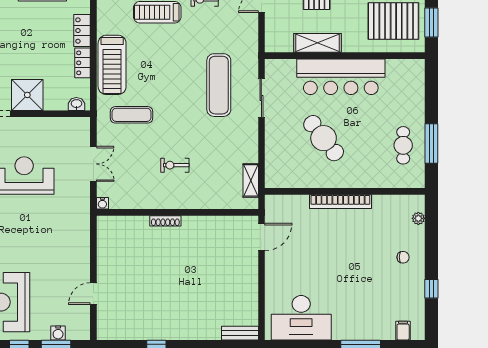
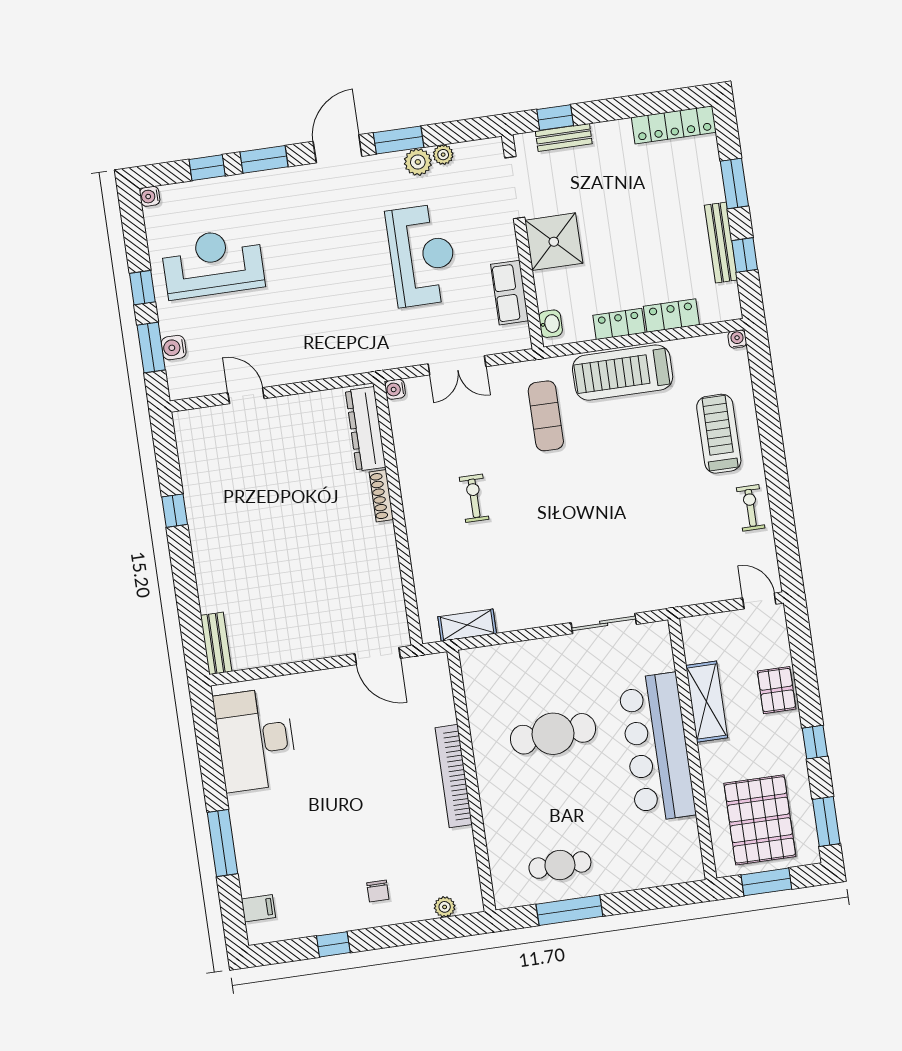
exercise mat: (219, 85) -> (615, 551), removed
row of seats: (54, 126) -> (510, 293), added
cafe table: (324, 138) -> (553, 734), turned 35
dresser: (124, 225) -> (366, 429), added

